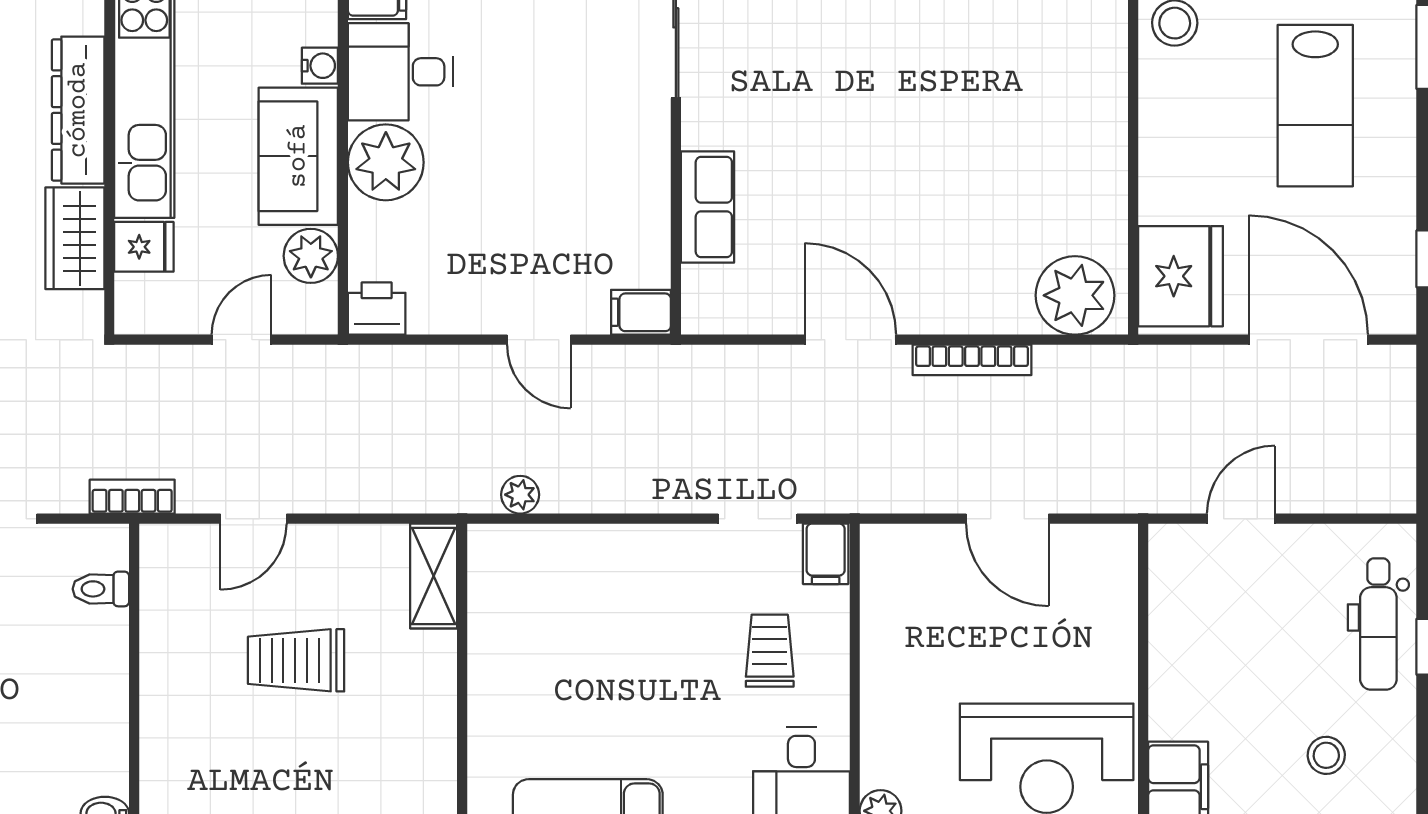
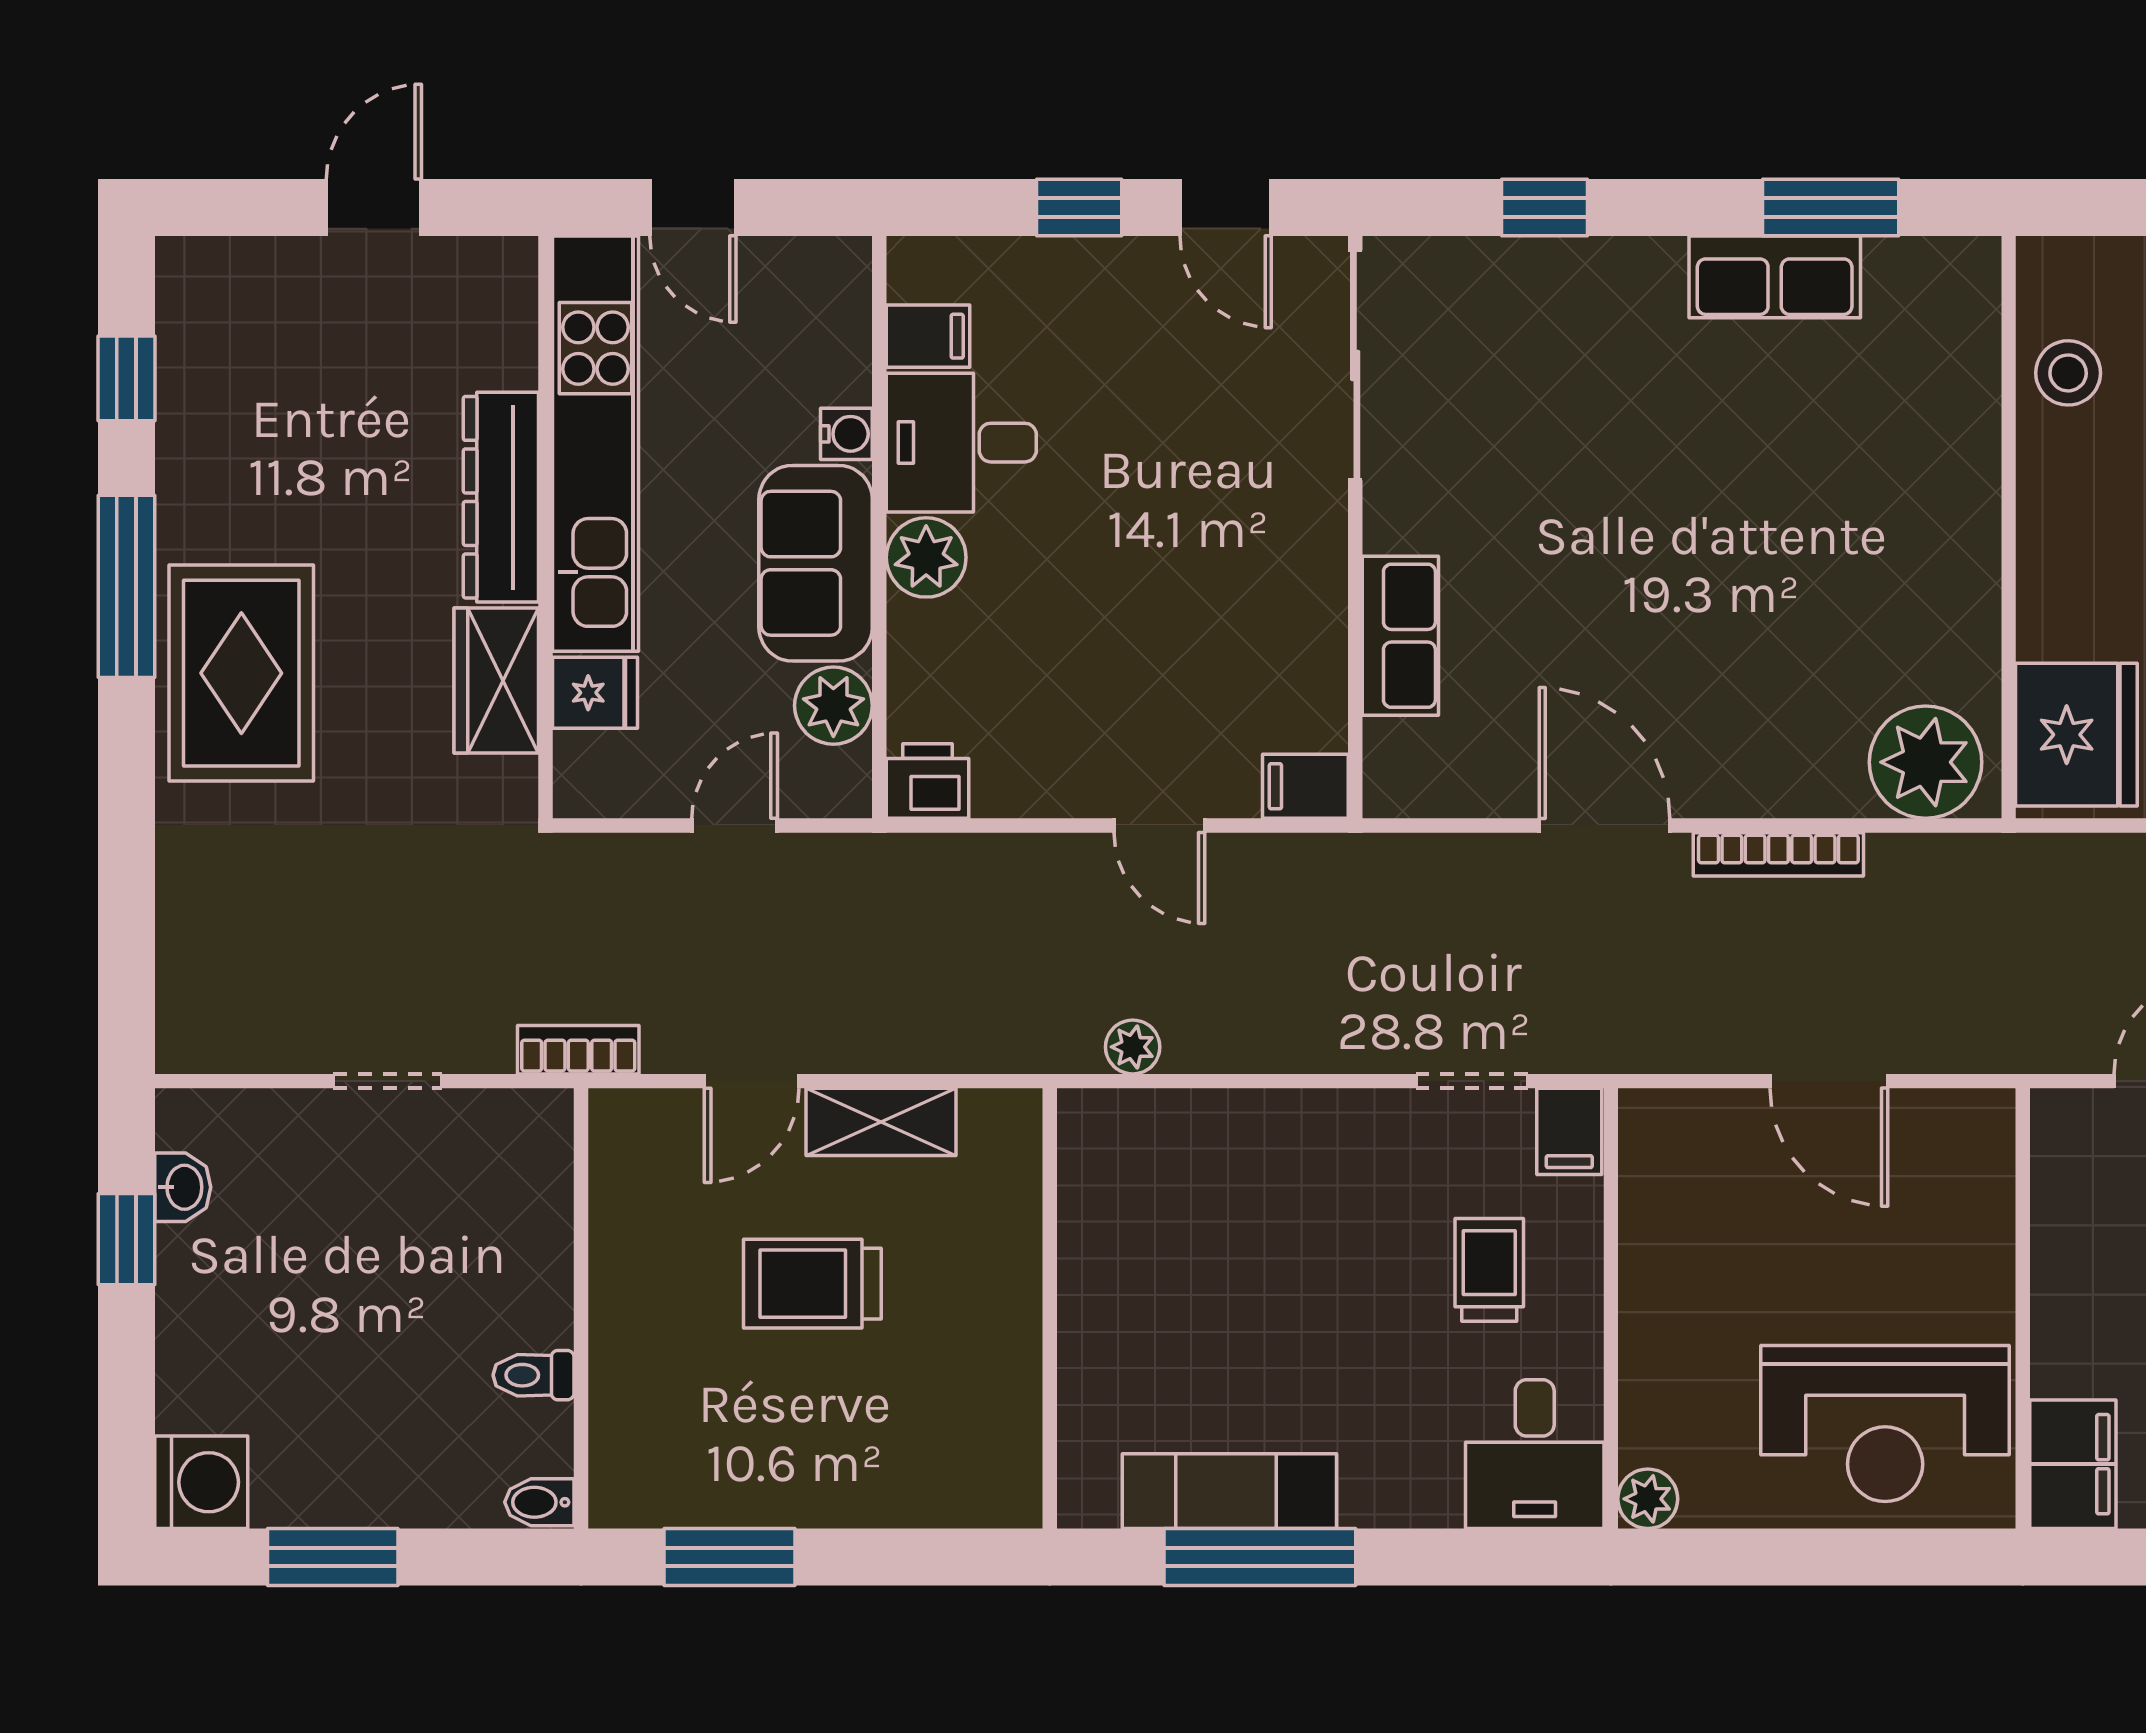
plant: (386, 162) -> (926, 557), width x0.73, depth x0.73
shelving: (434, 576) -> (881, 1122), moved, turned 90
toilet: (101, 589) -> (534, 1375), moved

